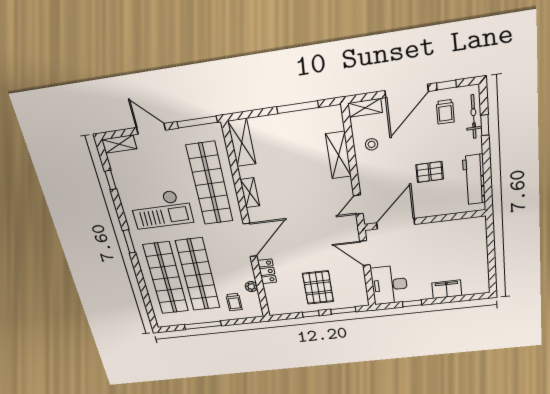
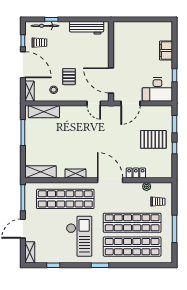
shelving: (338, 155) -> (44, 112), moved
pallet: (430, 172) -> (69, 77), moved

